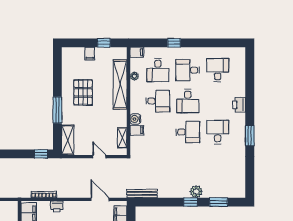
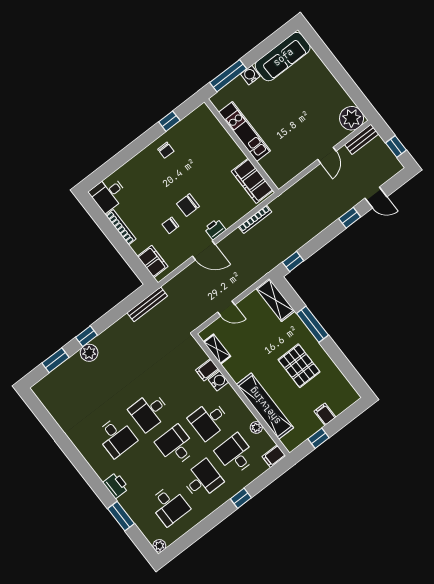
plant: (241, 52) -> (159, 546), added
window: (250, 136) -> (121, 516), moved
door: (100, 199) -> (204, 250), moved
printer: (57, 206) -> (215, 229), moved

